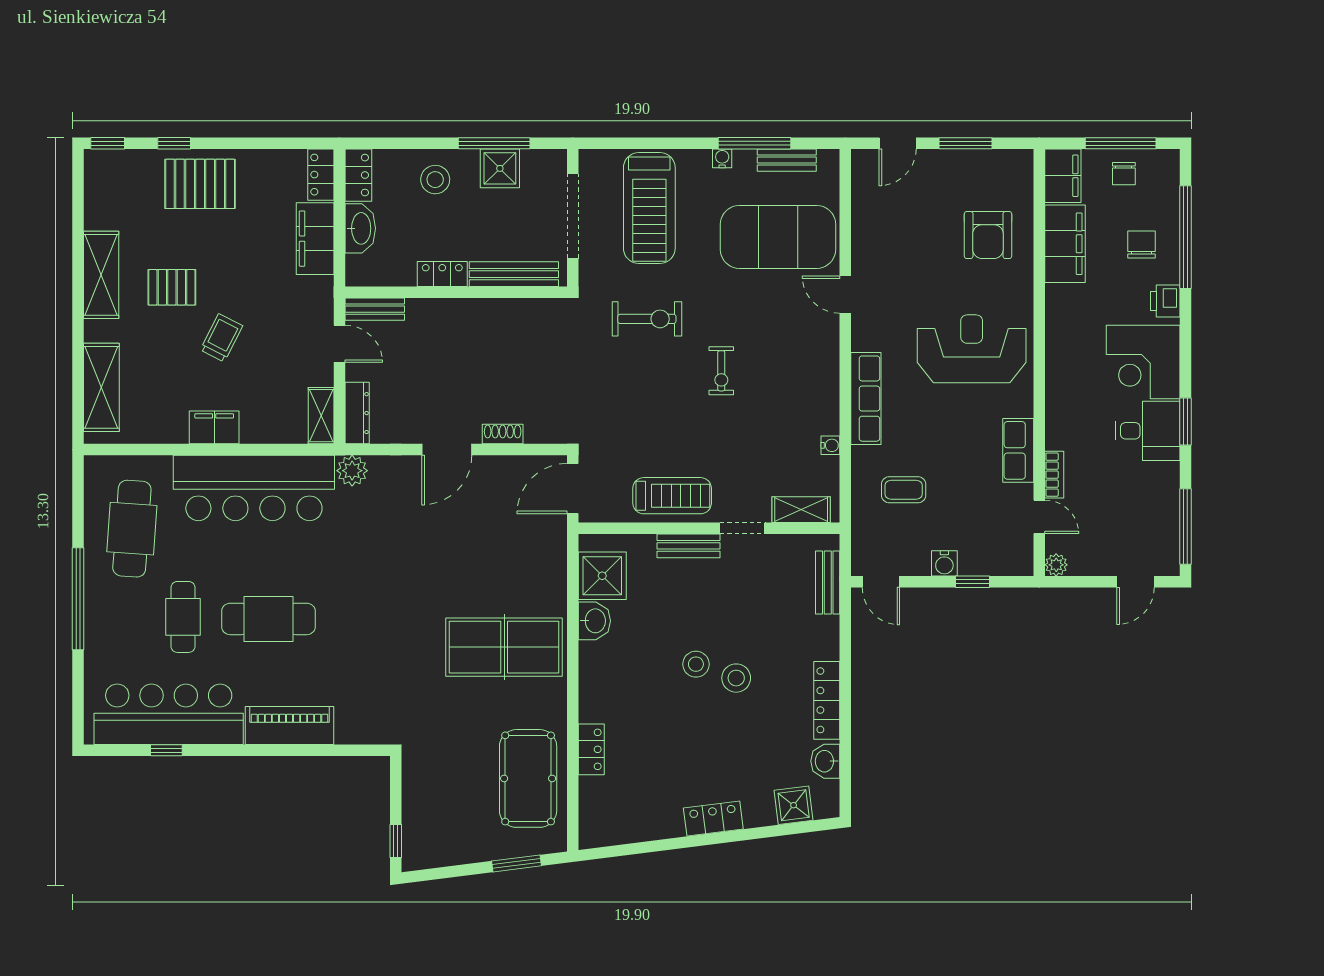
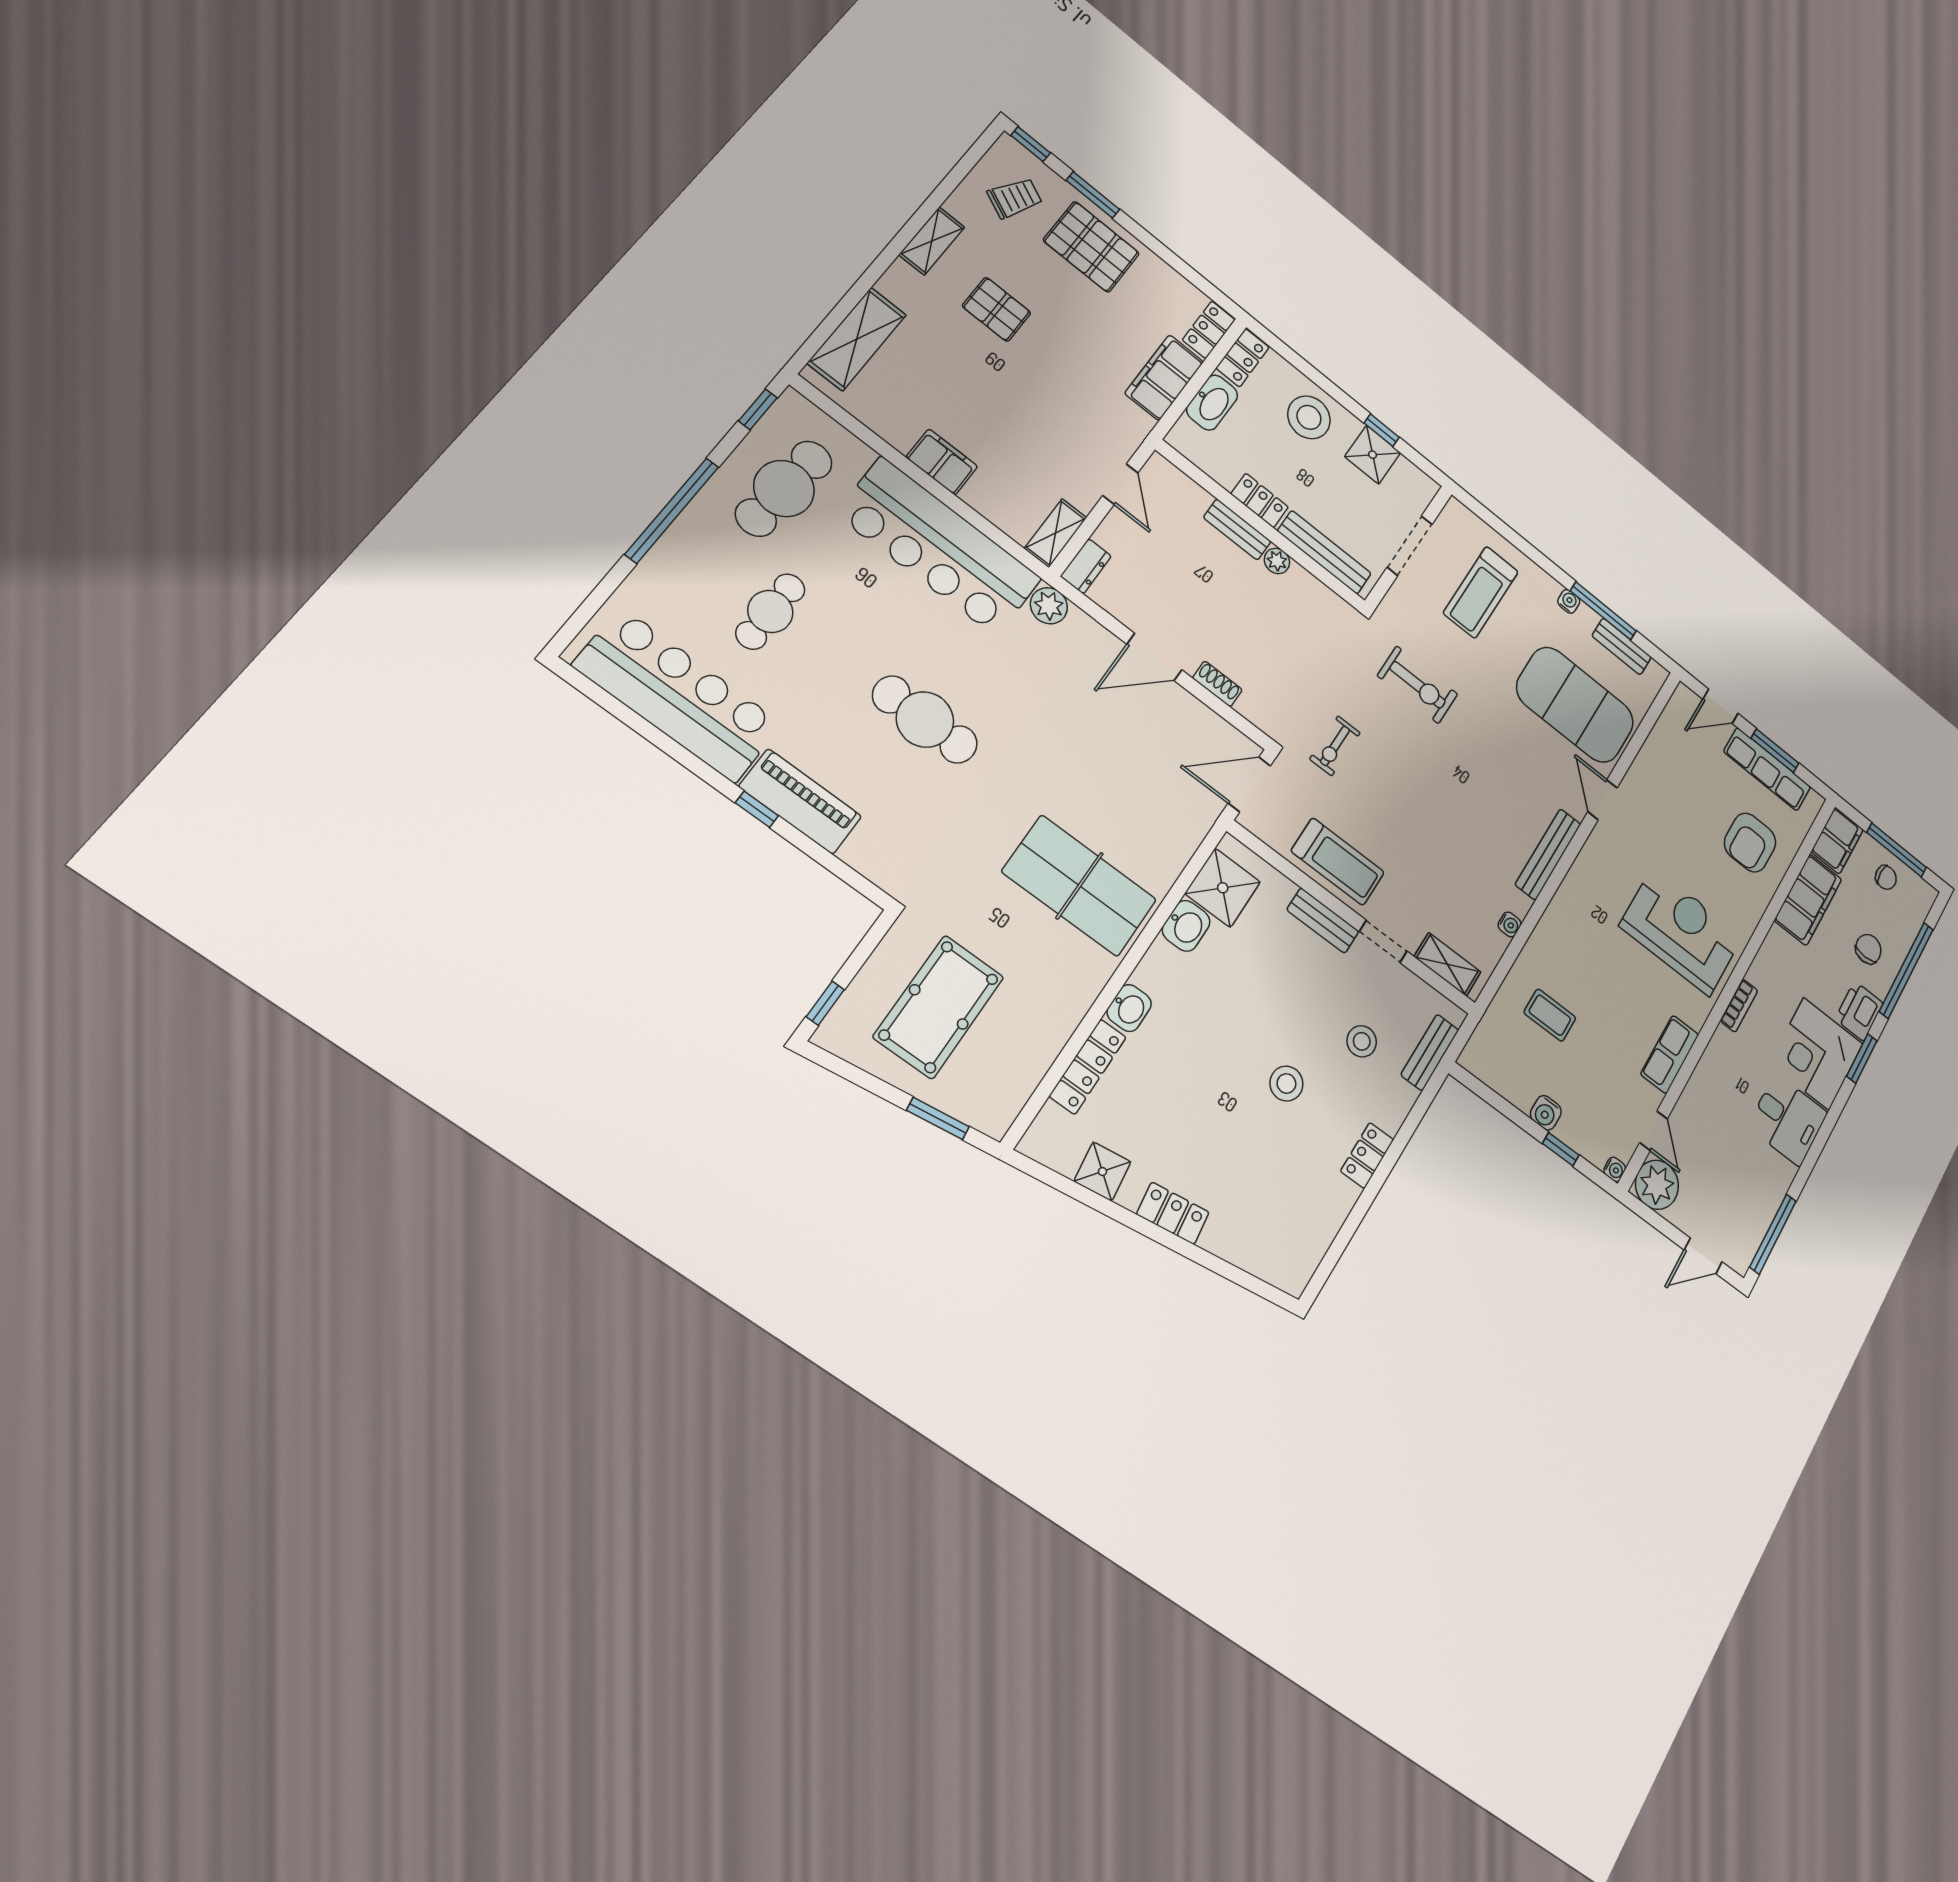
window: (174, 143) -> (1093, 195), width x1.50
window: (494, 143) -> (1382, 430), width x0.46
chair: (1124, 174) -> (1886, 877), turned -90
stool: (435, 180) -> (1309, 417), width x1.38, depth x1.38
treadmill: (649, 208) -> (1481, 592), width x0.73, depth x0.73
doorway: (573, 216) -> (1410, 546), width x0.73
shelving: (101, 275) -> (932, 241), width x0.67, depth x0.75
printer: (1165, 301) -> (1859, 1011), width x1.36, depth x1.24
bench: (375, 309) -> (1237, 529), moved
plant: (484, 309) -> (1277, 561), added
trolley: (221, 338) -> (1015, 198), moved
bench: (828, 370) -> (1548, 854), added
exercise bike: (721, 371) -> (1335, 746), moved
row of seats: (866, 399) -> (1767, 769), moved, turned 90
dresser: (357, 413) -> (1086, 566), width x0.70
window: (1185, 422) -> (1862, 1058), moved
bookcase: (1054, 475) -> (1739, 1006), moved
window: (78, 489) -> (758, 409), added
plant: (1056, 565) -> (1657, 1185), width x1.87, depth x1.87
water cooler: (1025, 567) -> (1615, 1169), added
door: (881, 582) -> (1479, 1088), removed
cafe table: (268, 619) -> (925, 720), moved
stool: (696, 664) -> (1362, 1041), moved
locker: (827, 700) -> (1367, 1155), width x0.66
locker: (591, 749) -> (1088, 1067), width x1.53
window: (166, 750) -> (757, 809), moved
washbasin: (825, 761) -> (1129, 1008), moved, turned 180
pool table: (528, 778) -> (939, 1007), moved
shower: (794, 805) -> (1102, 1172), moved

